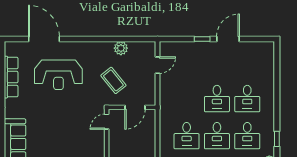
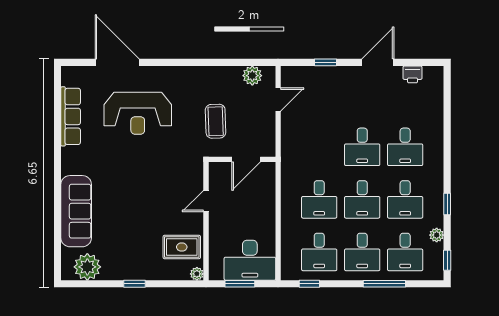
window: (202, 39) -> (326, 62), moved
printer: (252, 47) -> (413, 74), added
plant: (121, 48) -> (252, 76), moved
coffee table: (113, 80) -> (216, 121), turned 37
door: (107, 122) -> (206, 201), moved

